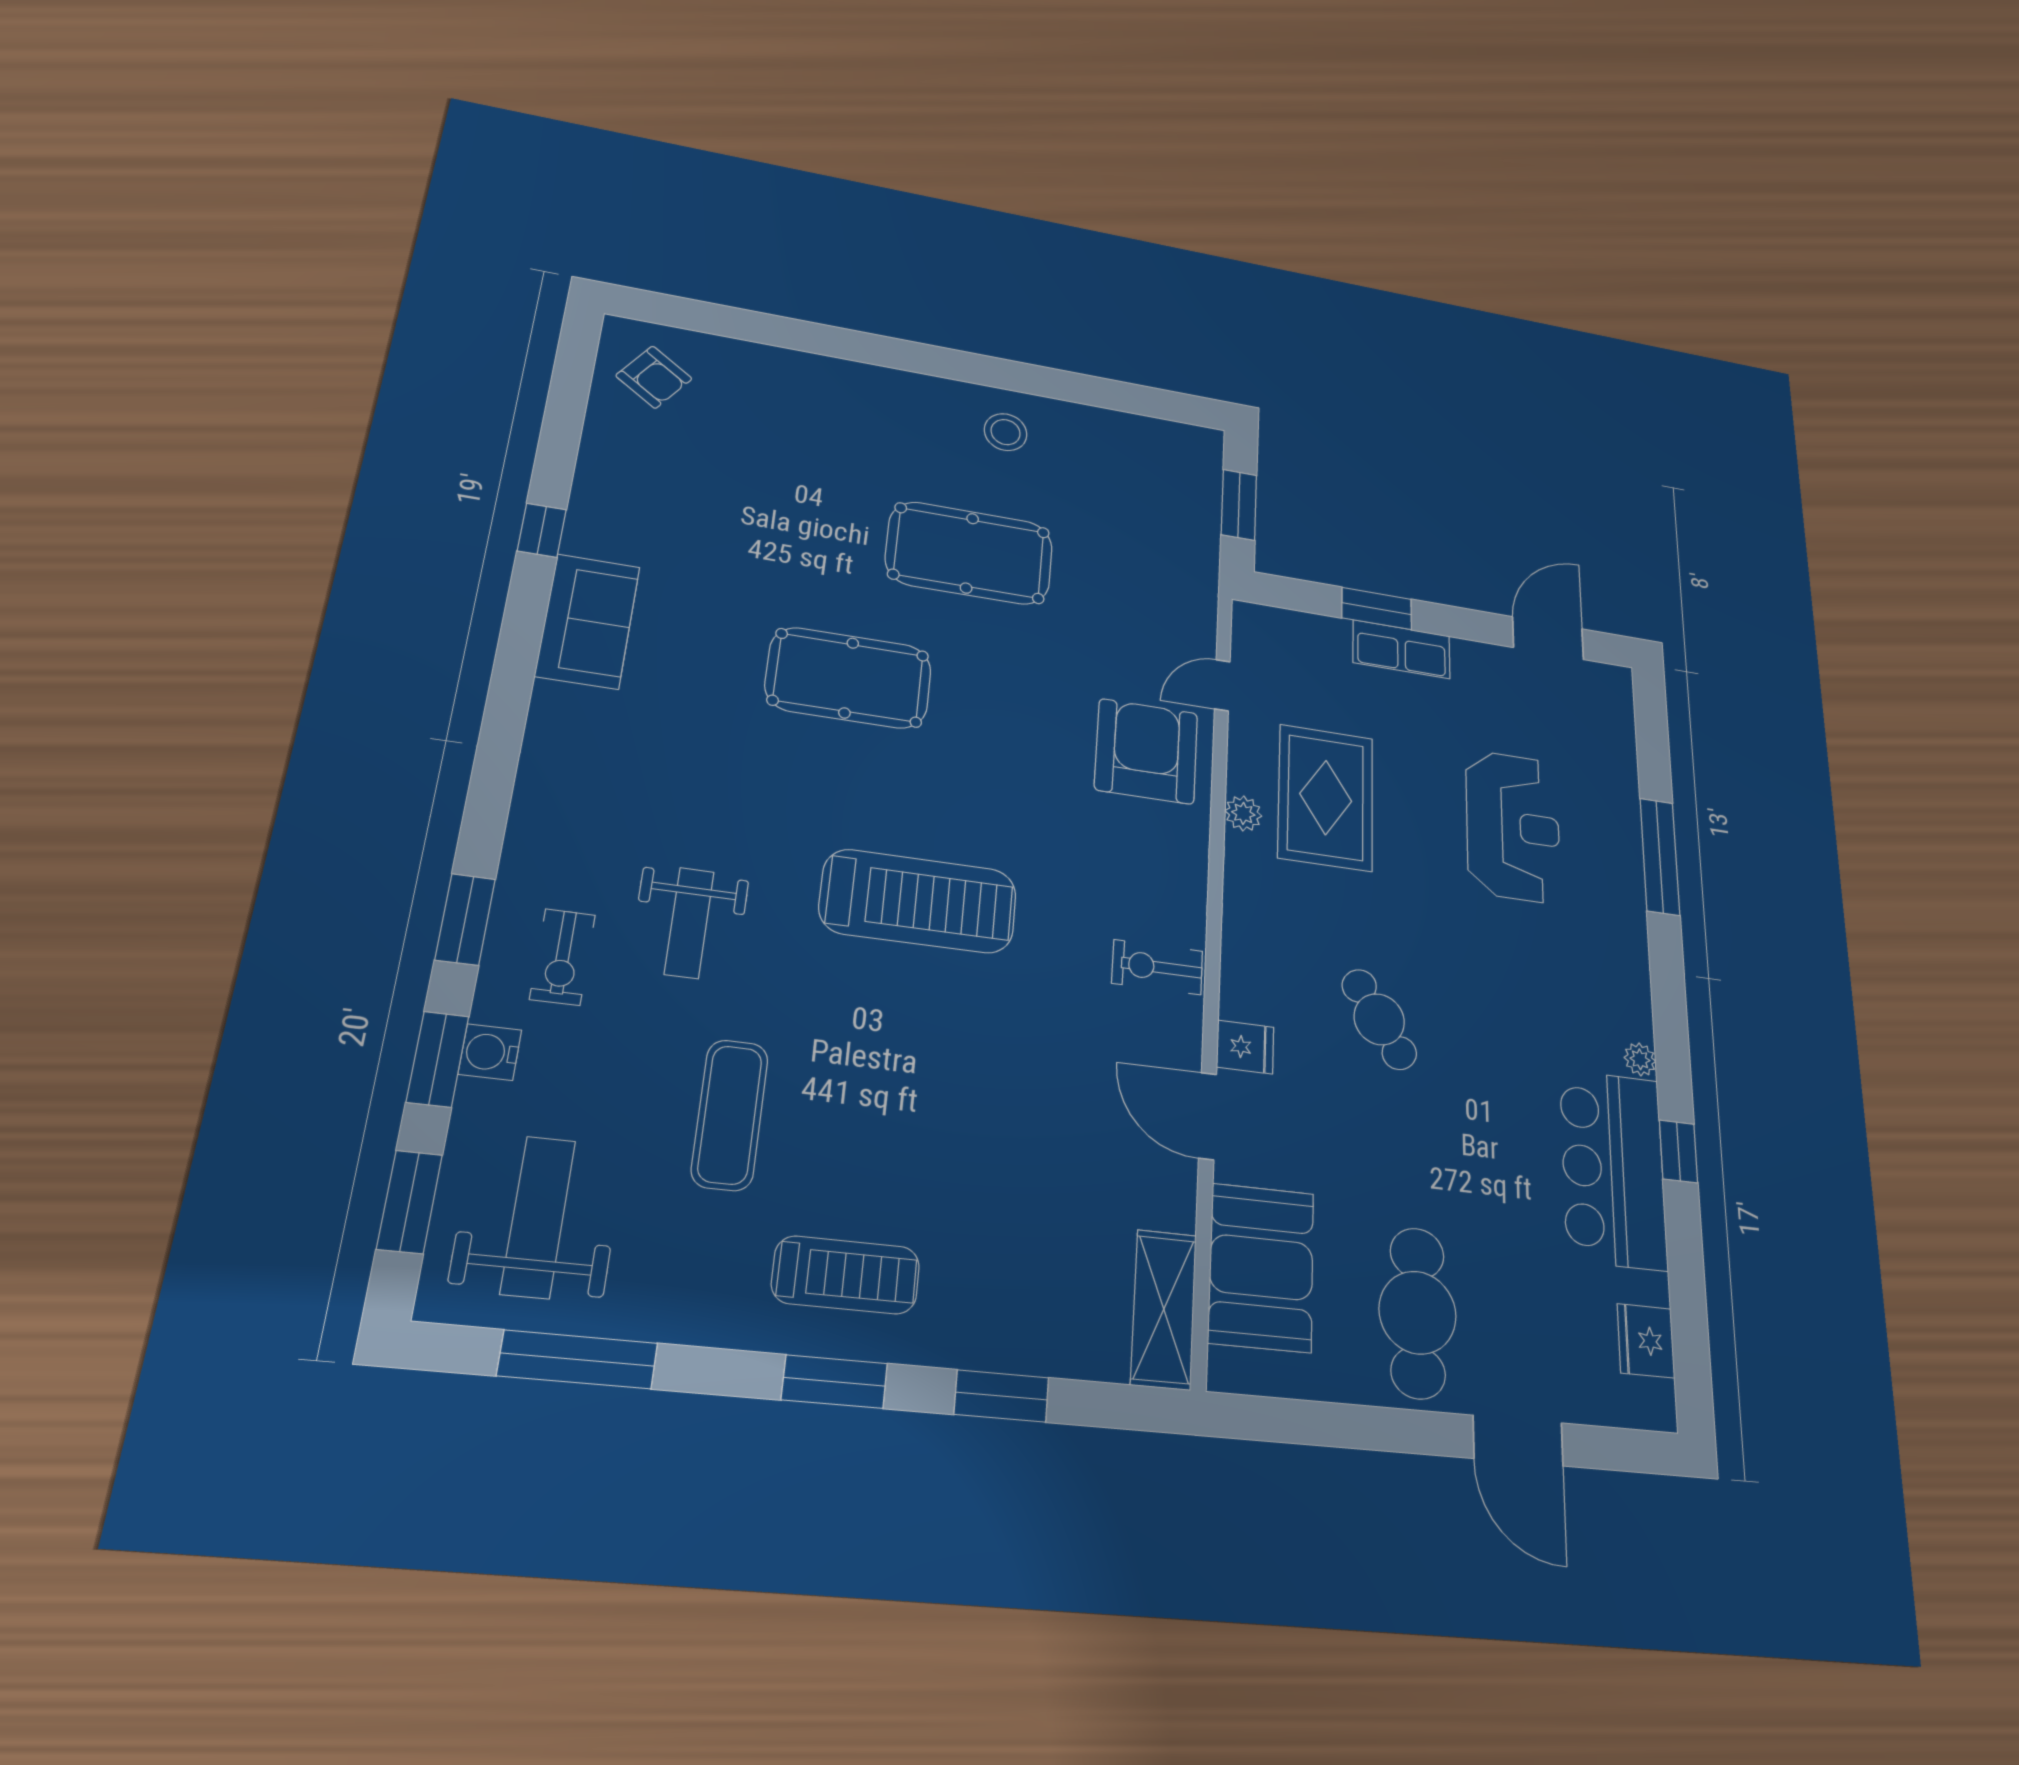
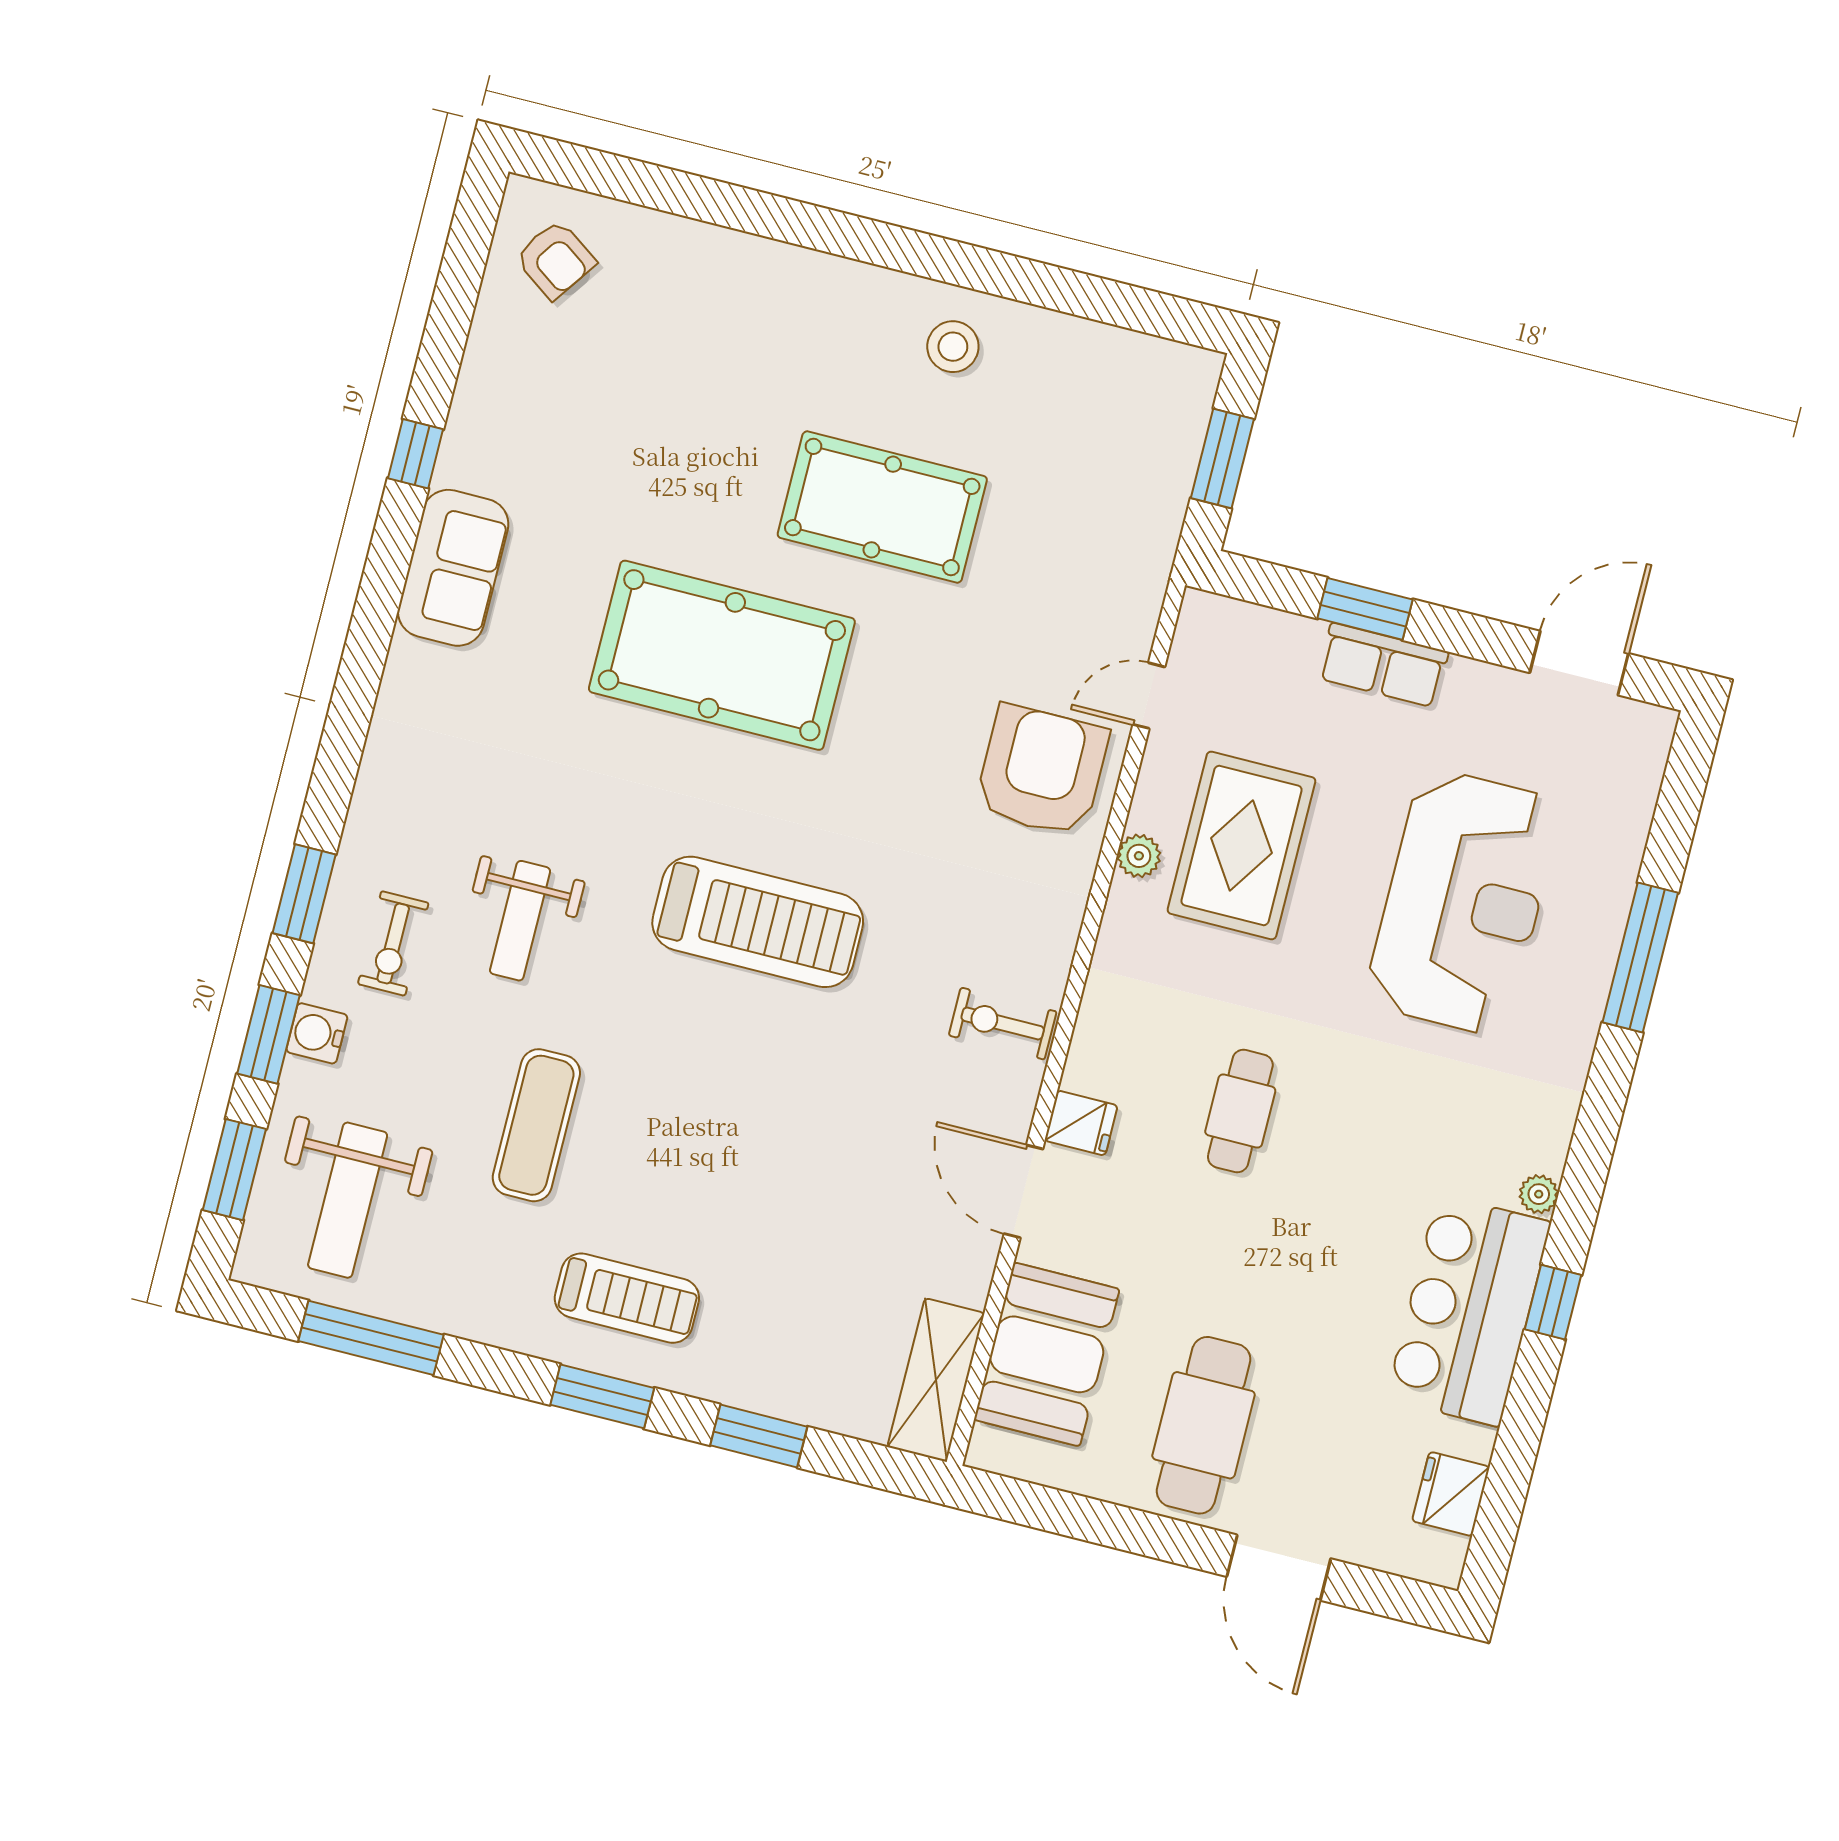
pool table: (849, 678) -> (722, 655), width x1.36, depth x1.32
reception desk: (1513, 826) -> (1463, 902), width x1.36, depth x1.30
cafe table: (1379, 1019) -> (1240, 1111), turned 33
weight bench: (538, 1217) -> (348, 1200), turned 180

